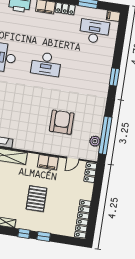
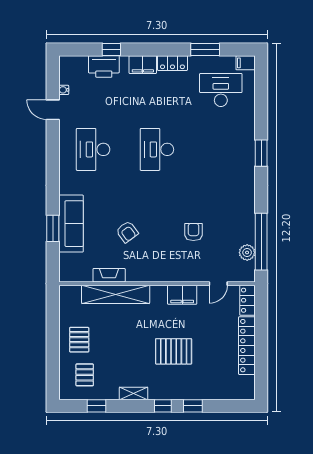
desk: (46, 64) -> (157, 149), turned 90
armchair: (18, 115) -> (127, 232), added
armchair: (62, 122) -> (193, 232), width x0.53, depth x0.53
pallet: (36, 199) -> (174, 351), turned 90
locker: (83, 219) -> (247, 346), moved

